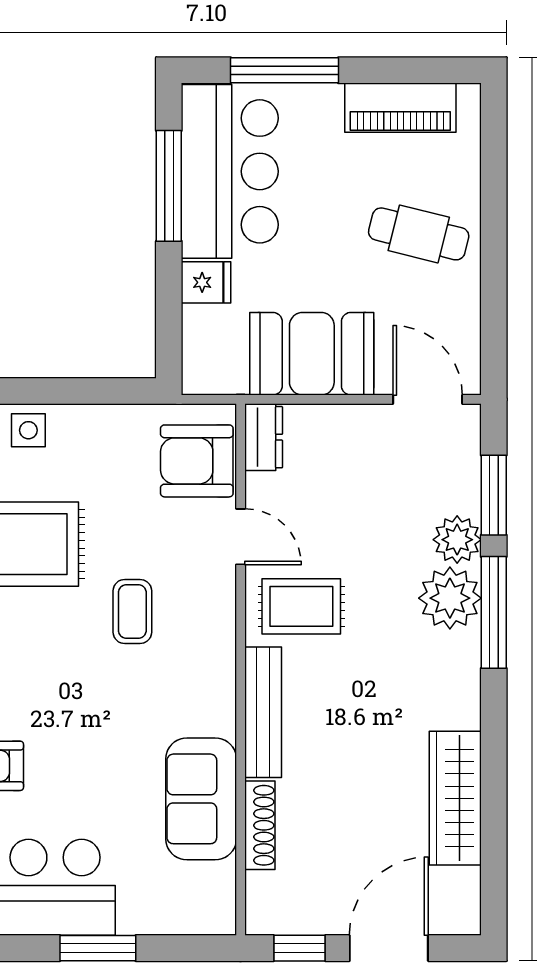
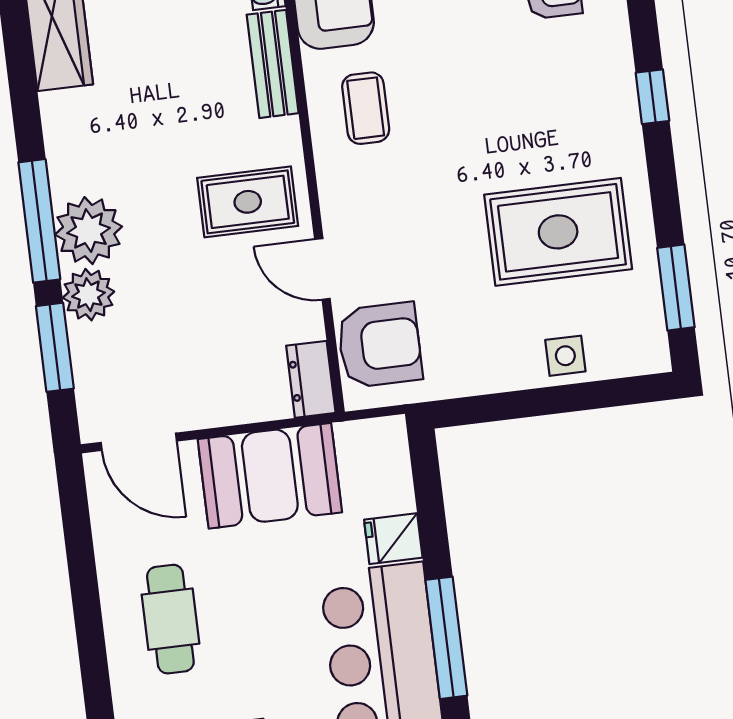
cafe table: (419, 234) -> (170, 619), turned 76
coffee table: (132, 611) -> (366, 108), moved
bench: (263, 712) -> (273, 64), width x0.73

